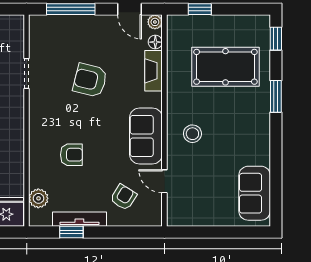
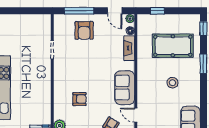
armchair: (90, 80) -> (84, 30), moved, turned -104
stool: (192, 134) -> (172, 83), moved

